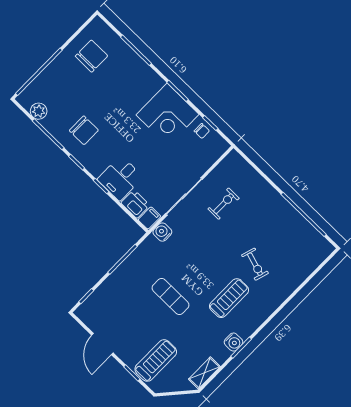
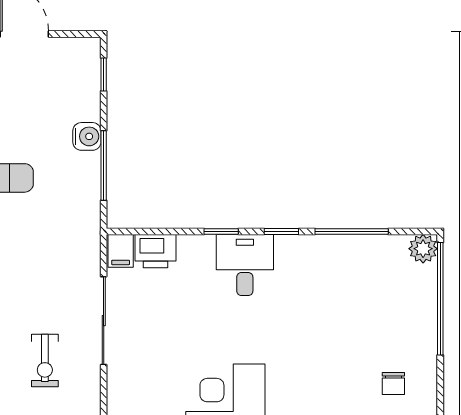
chair: (92, 56) -> (393, 384), width x0.54, depth x0.54
plant: (39, 111) -> (423, 249), moved
chair: (84, 130) -> (311, 280), removed
desk: (120, 178) -> (245, 265), moved
water cooler: (162, 232) -> (87, 136), moved

